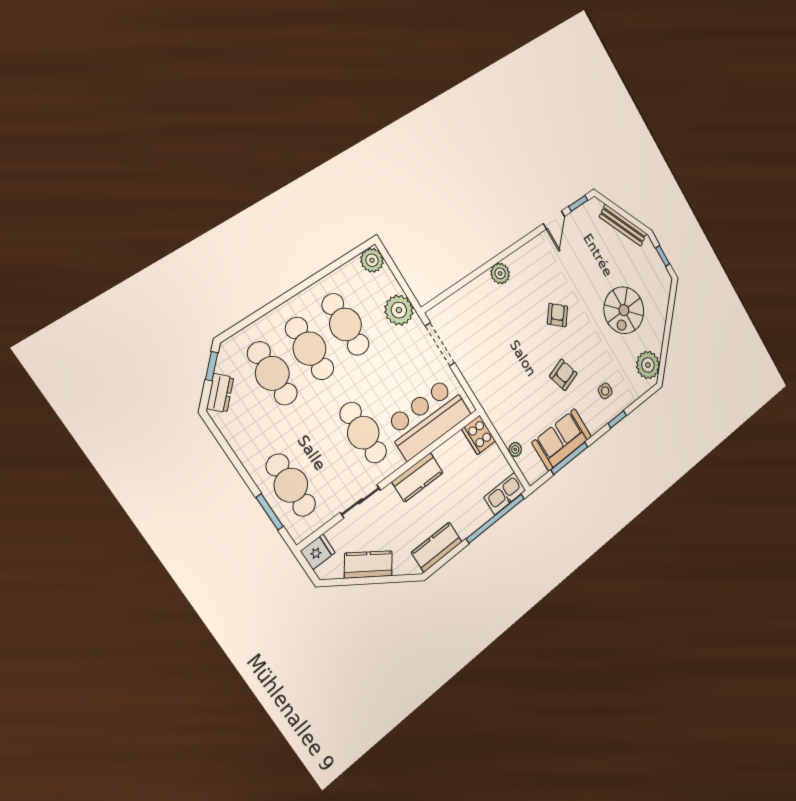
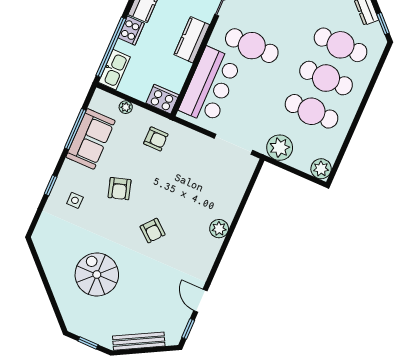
plant: (648, 365) -> (48, 246), removed
armchair: (506, 400) -> (156, 139), added
cooker: (468, 524) -> (131, 31), added

